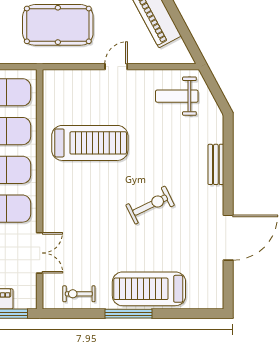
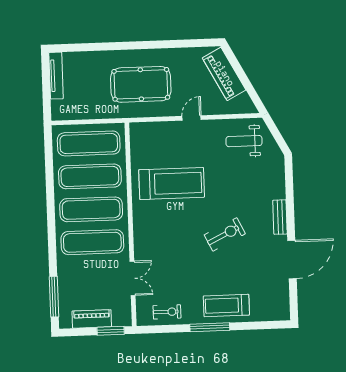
bench: (216, 164) -> (280, 217), moved
treadmill: (149, 289) -> (226, 305), width x0.73, depth x0.73
exercise bike: (79, 294) -> (167, 312), turned 180

